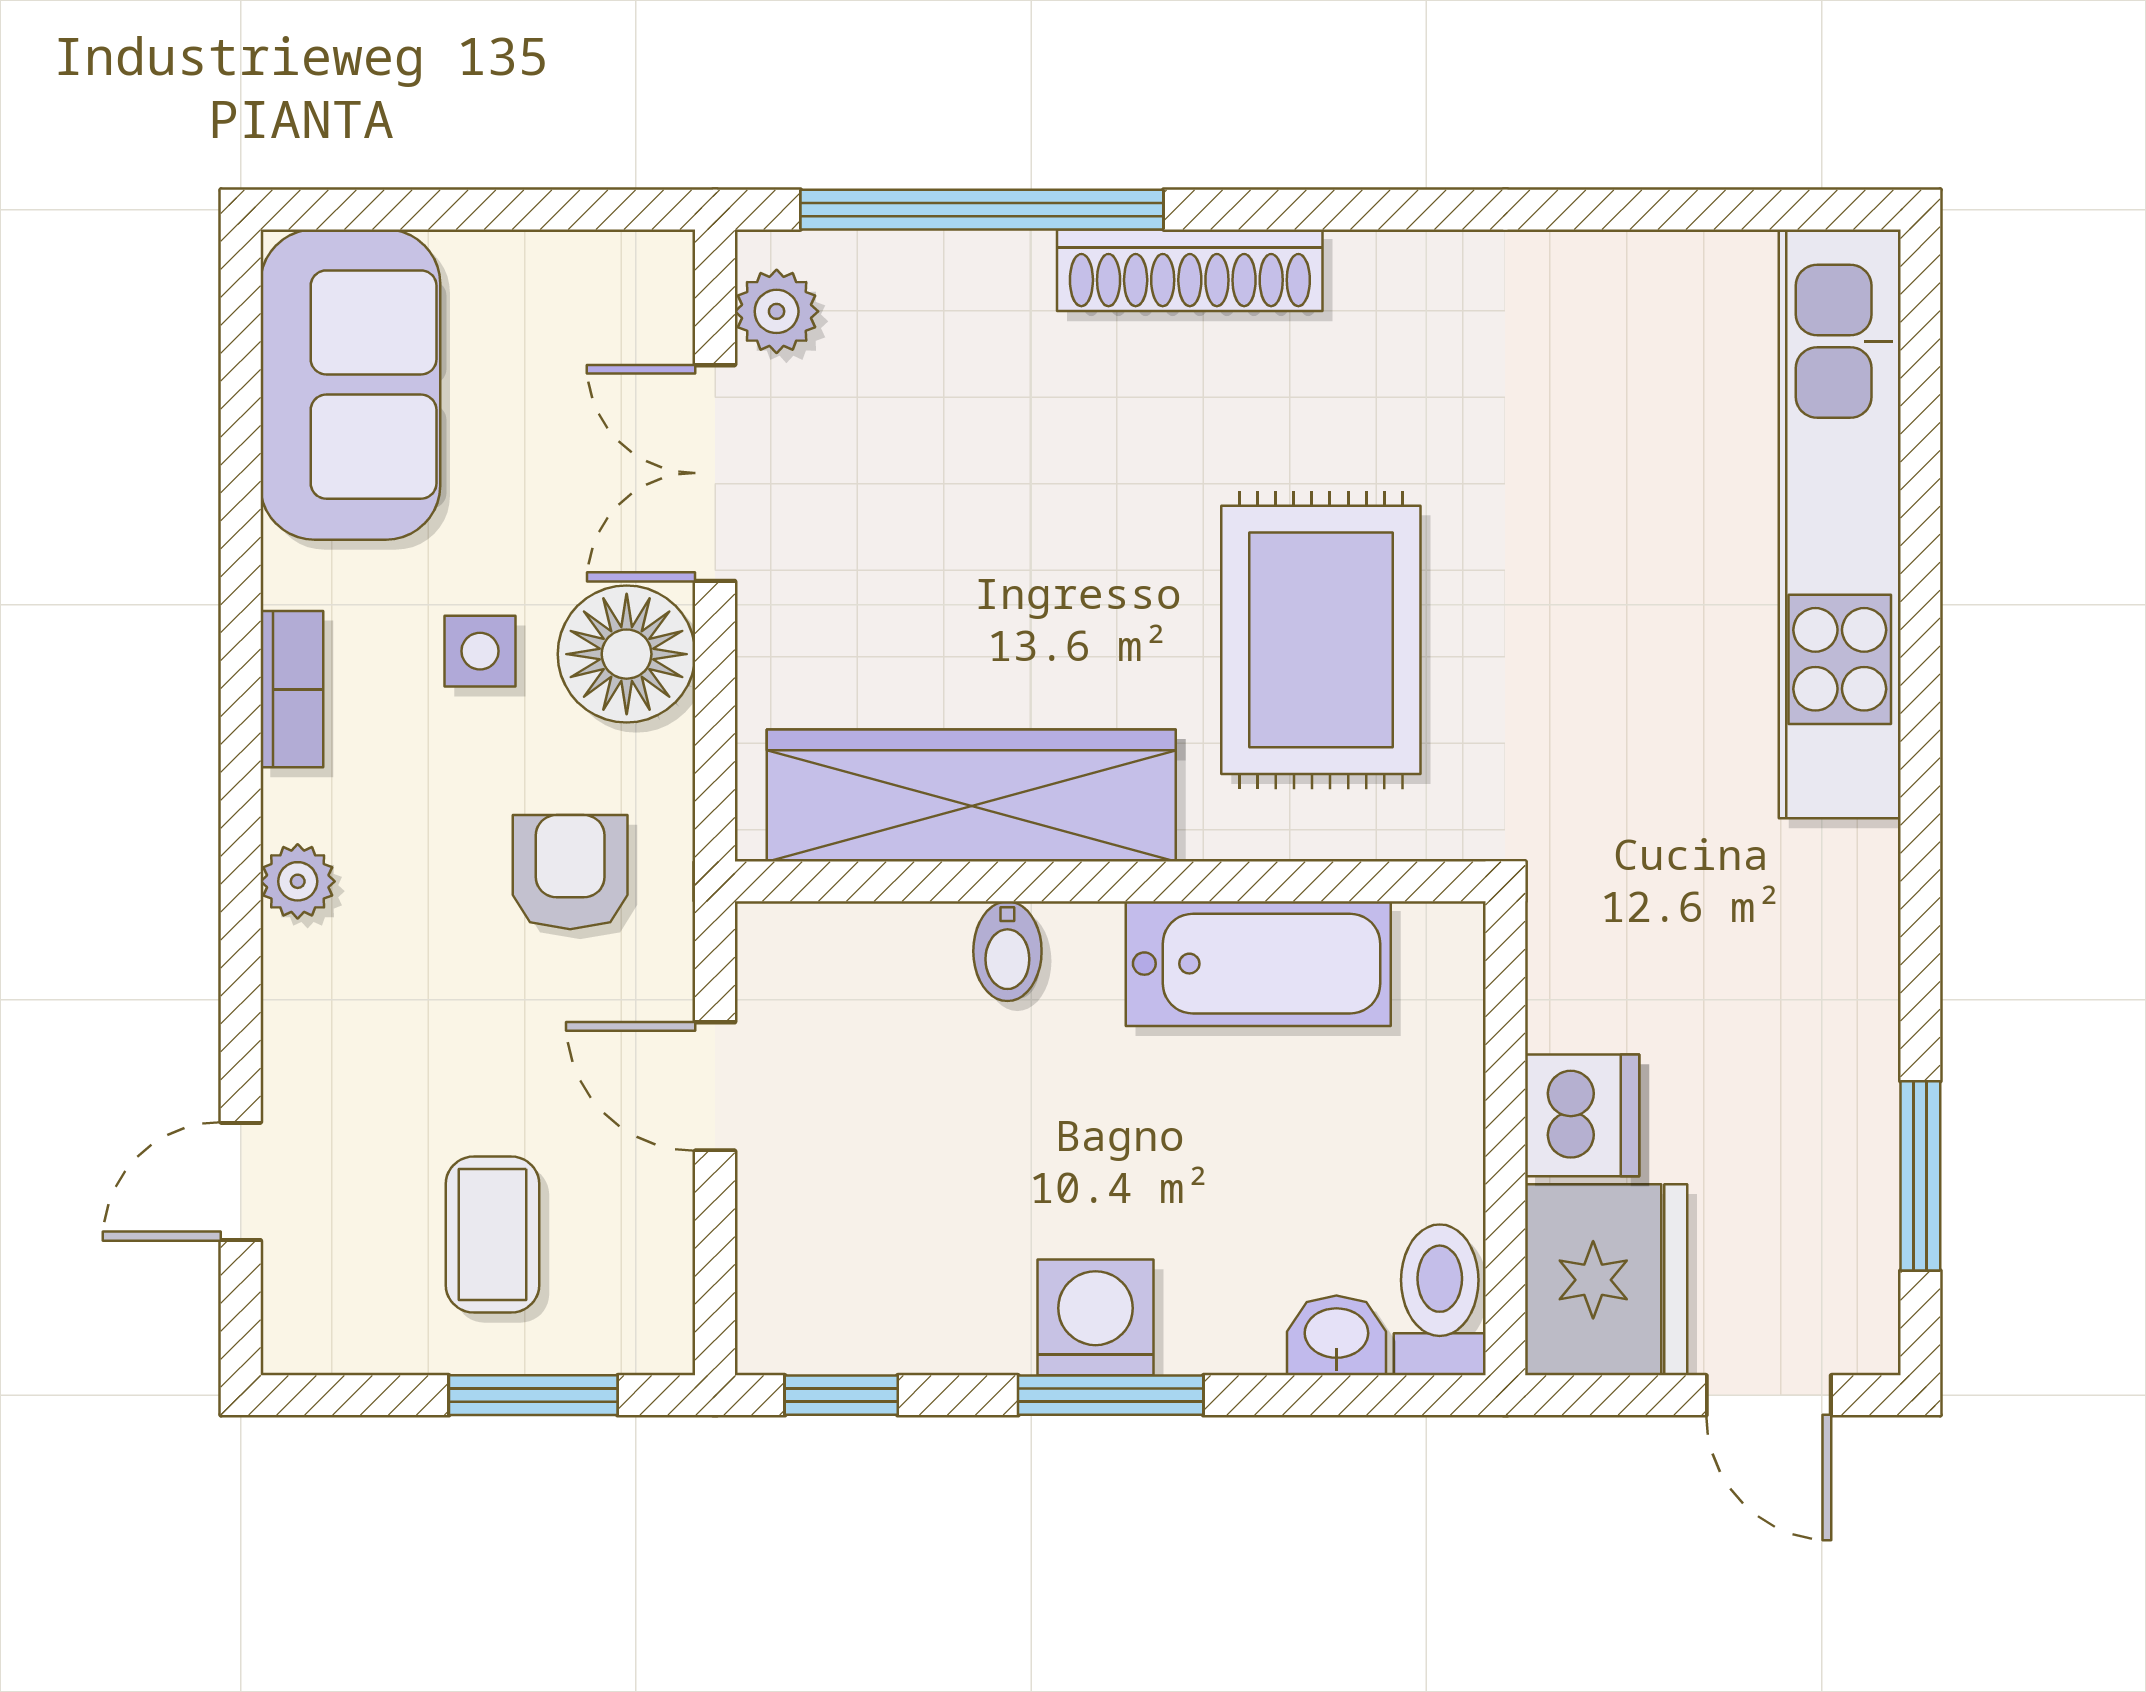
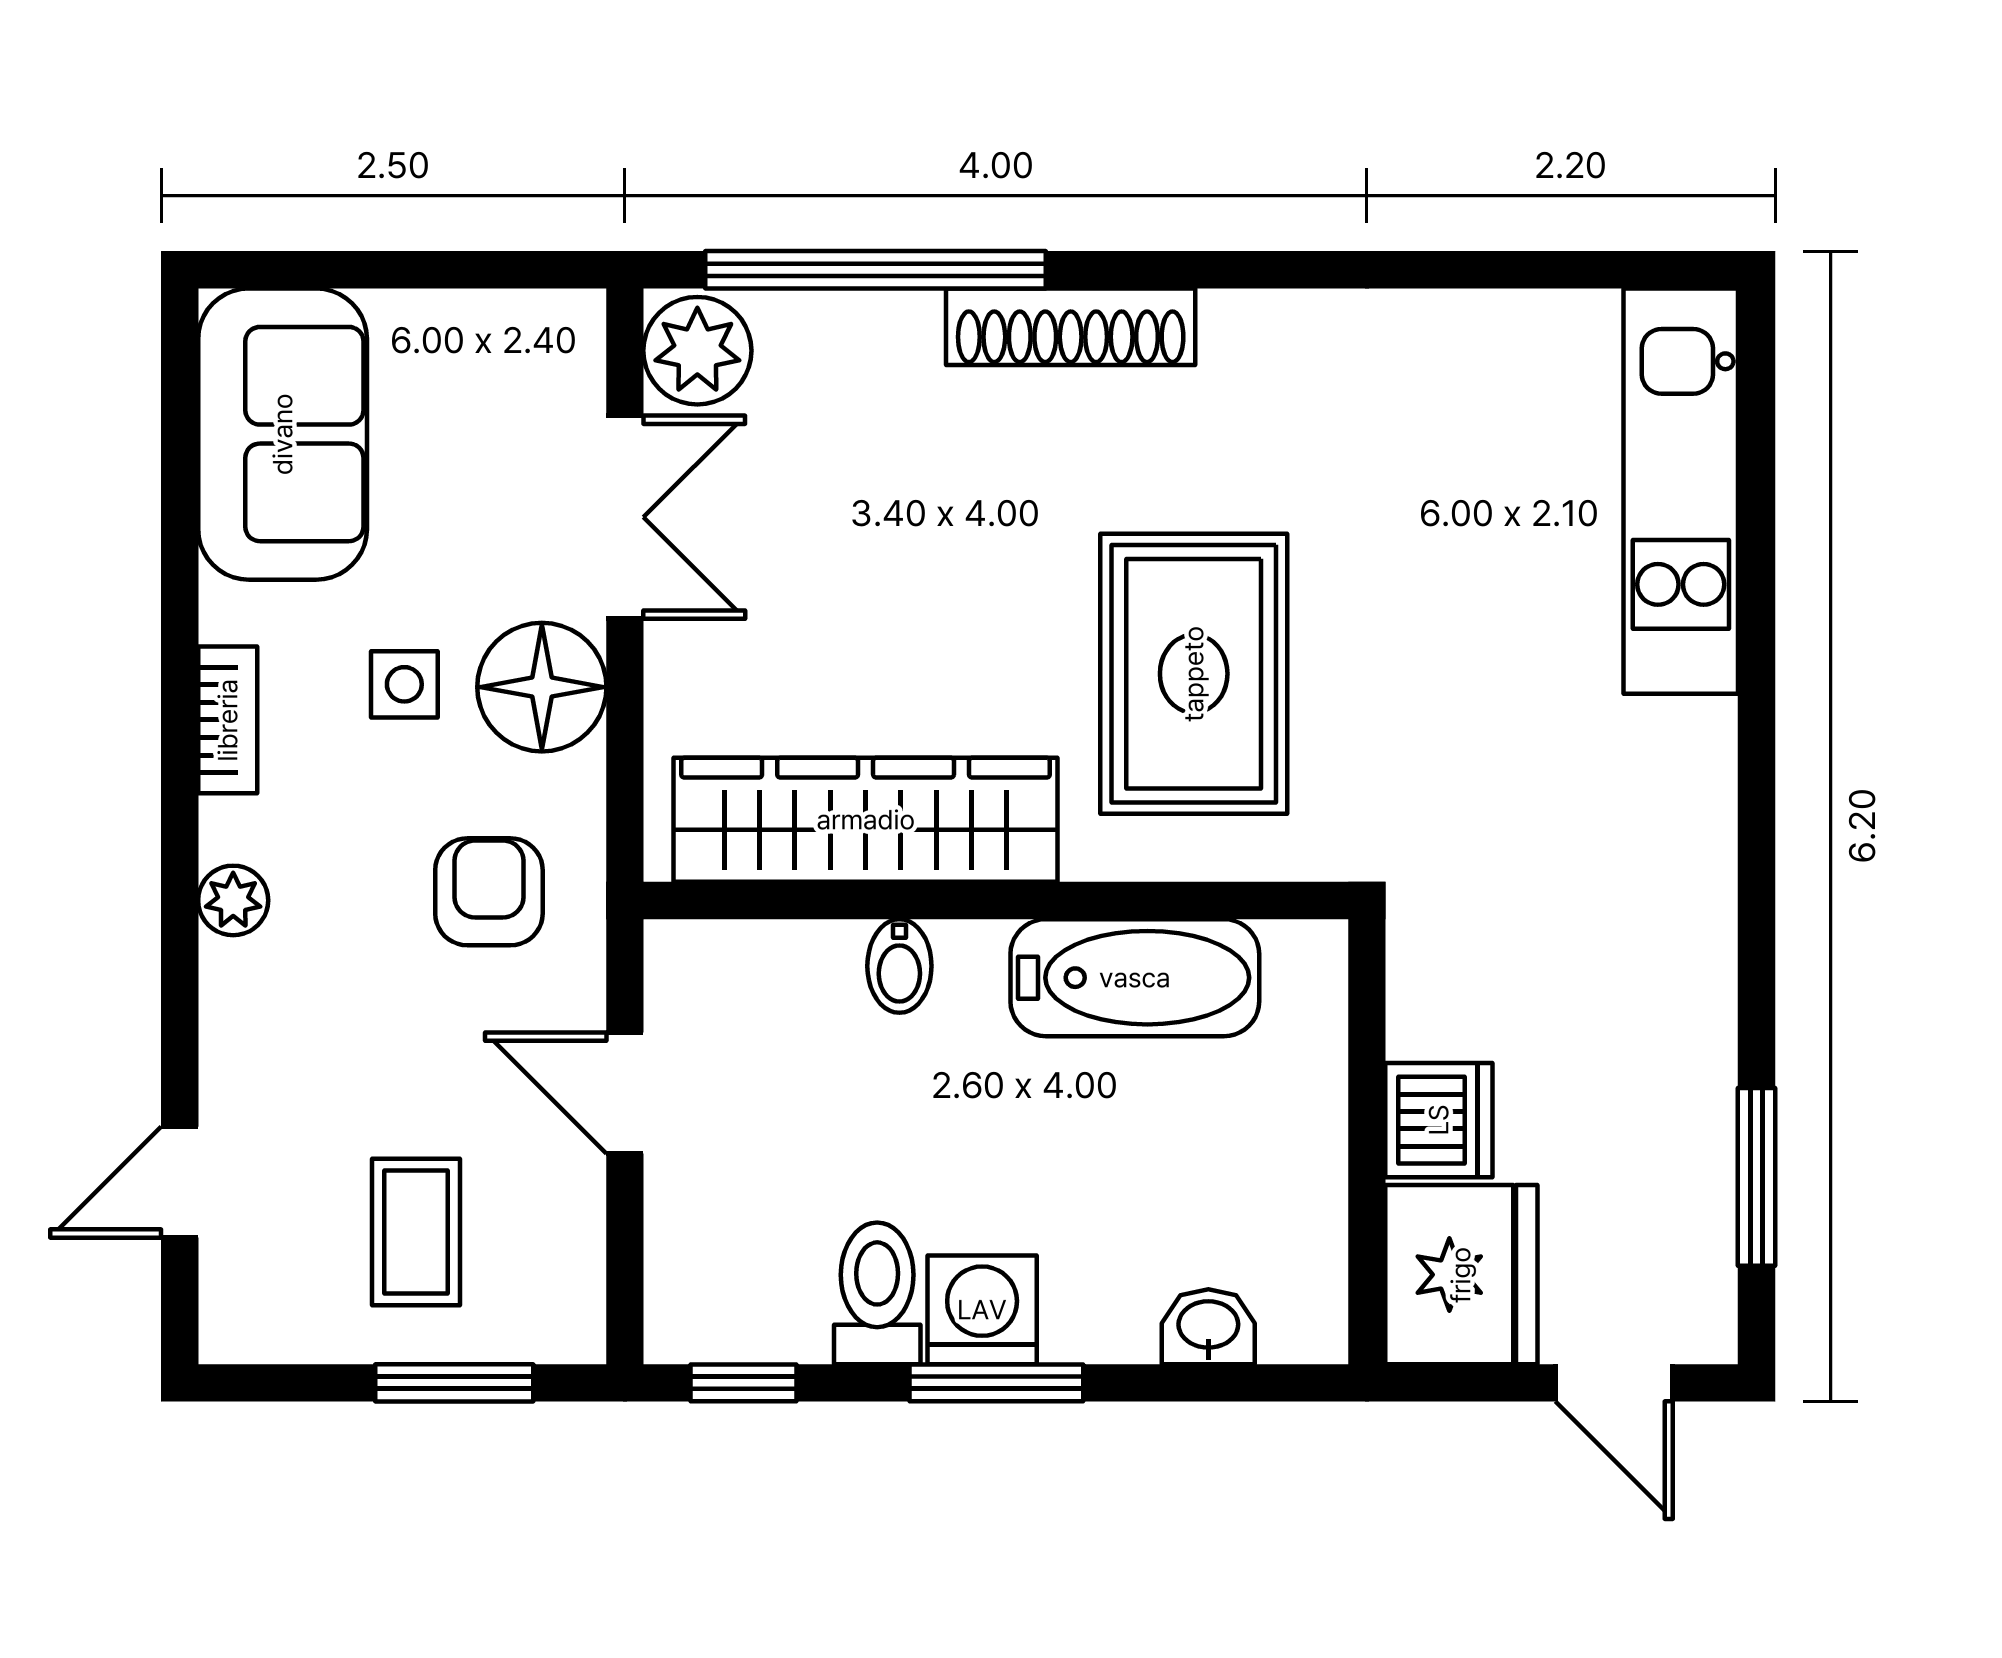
plant: (777, 311) -> (697, 351), width x1.38, depth x1.38
double door: (715, 473) -> (625, 517), swing flipped
kitchen unit: (1840, 524) -> (1681, 491), width x0.73
toilet: (1440, 1300) -> (877, 1293), moved

